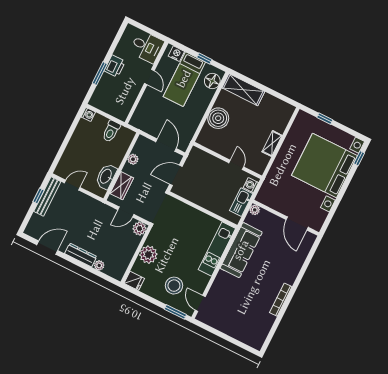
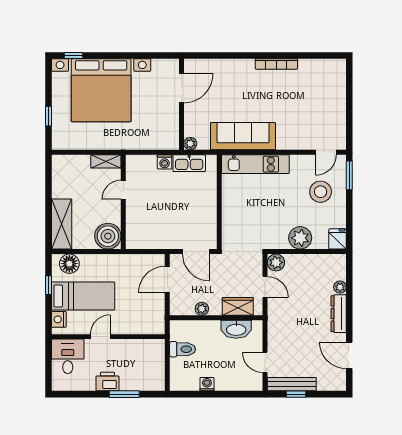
washing machine: (88, 114) -> (207, 384), moved
wall: (227, 160) -> (123, 202), moved
door: (236, 165) -> (123, 190), moved

